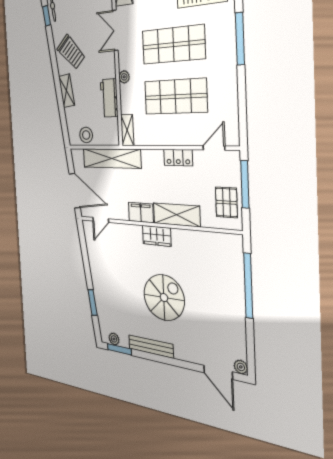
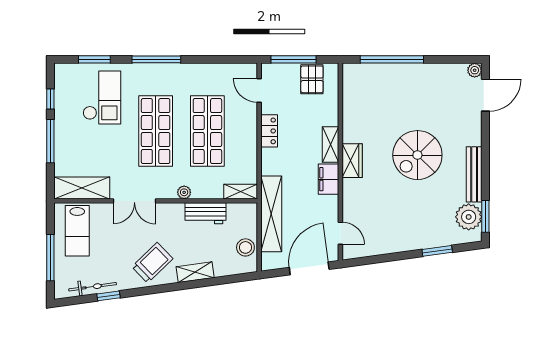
pallet: (226, 202) -> (312, 79), turned 90
shelving: (177, 215) -> (331, 145), width x0.67, depth x0.75
spiral stairs: (164, 298) -> (417, 155), turned -90
plant: (114, 339) -> (469, 217), width x1.88, depth x1.88

